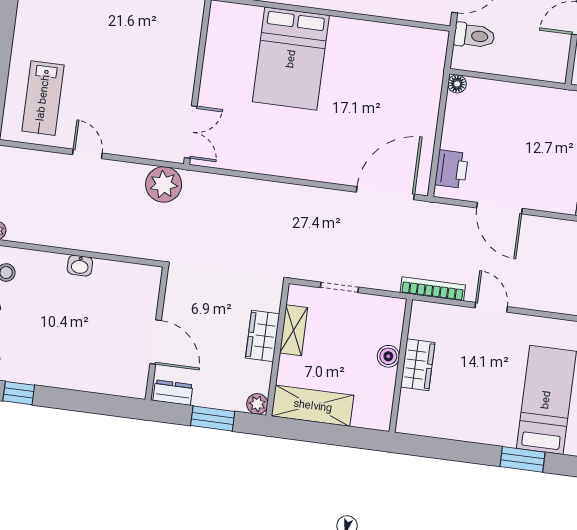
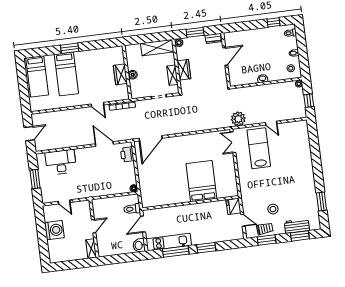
lab bench: (43, 98) -> (259, 148), moved, width x1.36, depth x1.39
door: (156, 342) -> (225, 56), swing flipped

